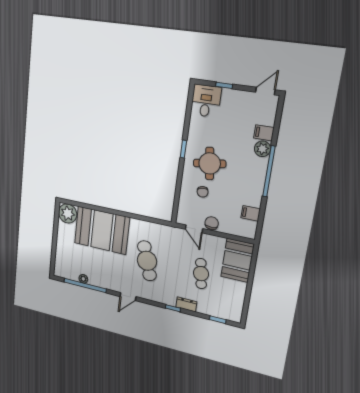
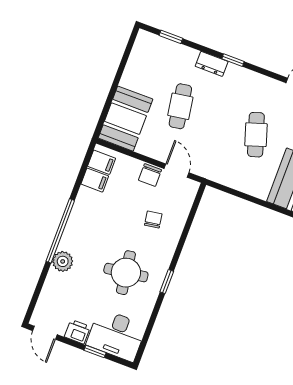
door: (265, 91) -> (45, 333), hinge flipped
printer: (240, 98) -> (77, 332), added
desk: (206, 101) -> (116, 335), width x1.37
filing cabinet: (264, 133) -> (102, 162), moved
round table: (210, 163) -> (126, 273), moved
cafe table: (147, 261) -> (256, 135), width x0.73, depth x0.74

